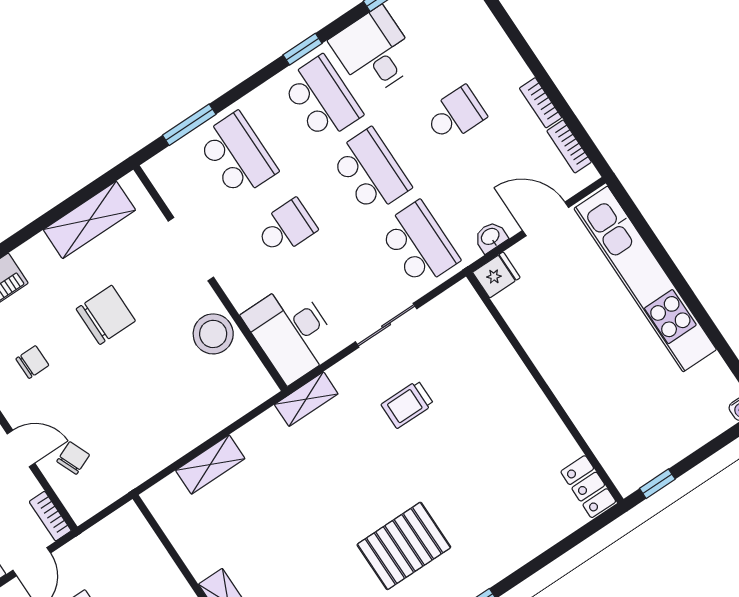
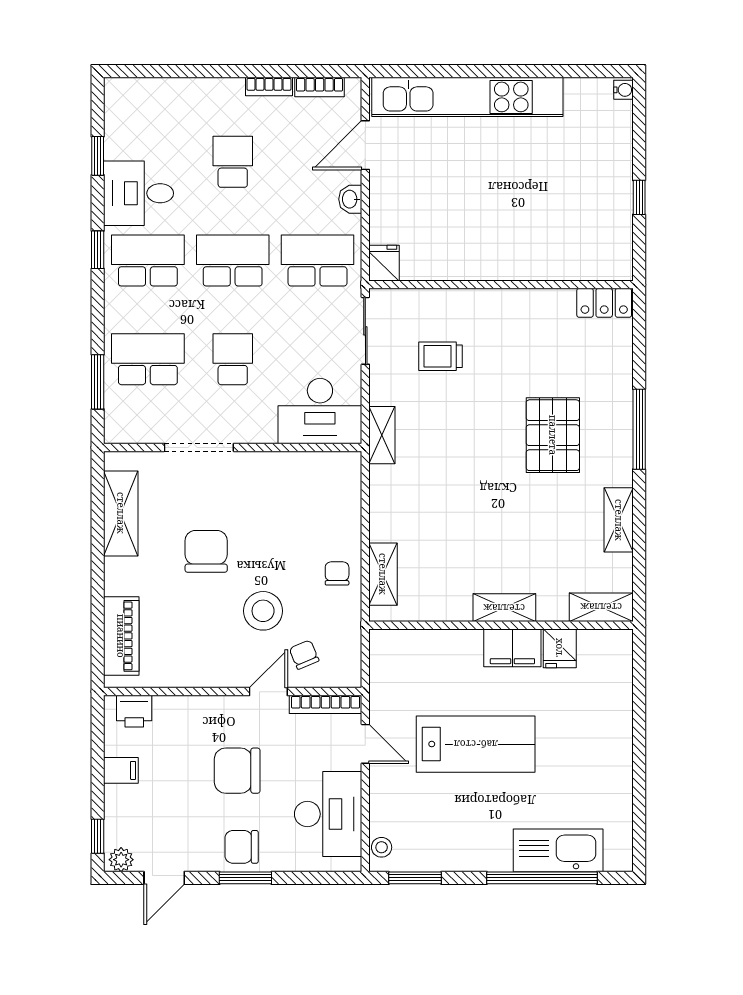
fridge: (496, 275) -> (384, 263), moved
stool: (213, 334) -> (263, 611), moved
chair: (32, 362) -> (337, 573), moved
wall: (545, 388) -> (501, 285), moved
trolley: (407, 404) -> (441, 356), turned 90
shelving: (210, 464) -> (383, 574), moved
locker: (588, 487) -> (604, 303), moved
bookcase: (50, 516) -> (326, 704), width x1.56

